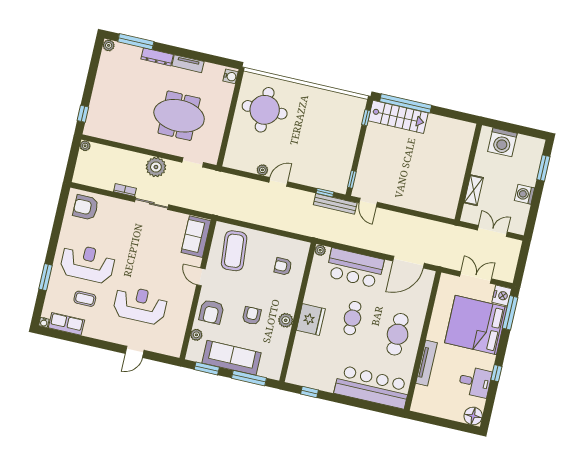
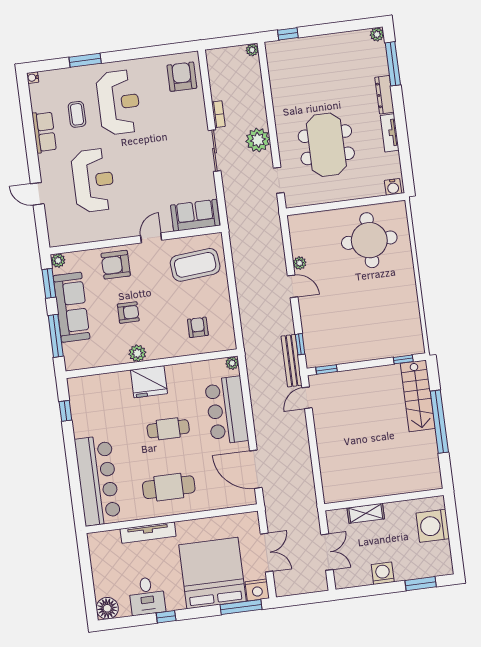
window: (406, 103) -> (439, 422), moved
row of seats: (66, 324) -> (44, 132), moved
plant: (196, 335) -> (58, 260), moved

